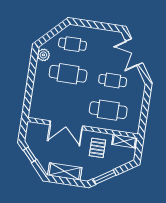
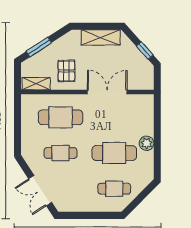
double door: (134, 52) -> (40, 190), swing flipped
plant: (43, 55) -> (147, 143), moved
window: (105, 177) -> (39, 47), moved

